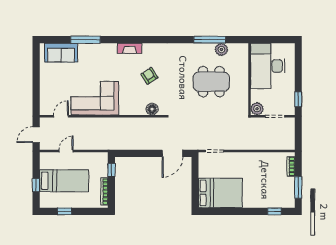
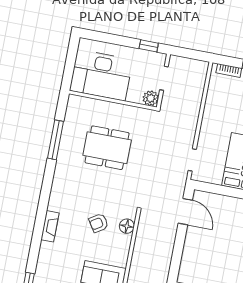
fireplace: (130, 48) -> (50, 226), moved
plant: (221, 49) -> (70, 128), removed
armchair: (149, 76) -> (99, 223), moved
dining table: (211, 82) -> (107, 148), turned 90

